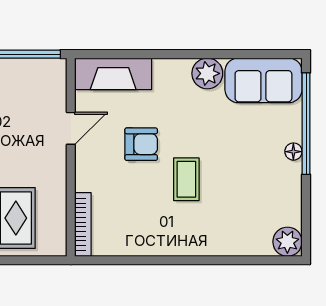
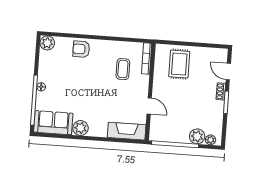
door: (71, 128) -> (149, 106), swing flipped
armchair: (141, 144) -> (81, 49), moved
coffee table: (186, 179) -> (123, 69), moved

